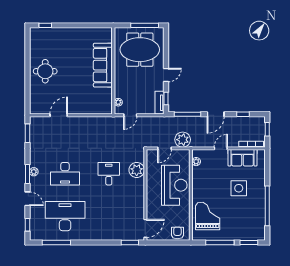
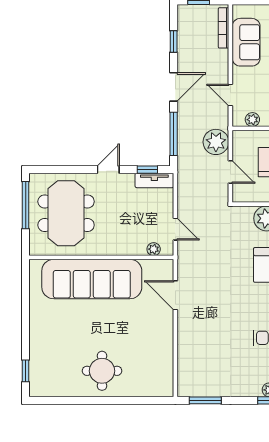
sofa: (103, 65) -> (92, 279), width x1.36, depth x1.27
door: (166, 75) -> (108, 170), hinge flipped
door: (216, 114) -> (174, 87), hinge flipped
door: (59, 115) -> (175, 295), moved
door: (221, 148) -> (230, 95), moved

